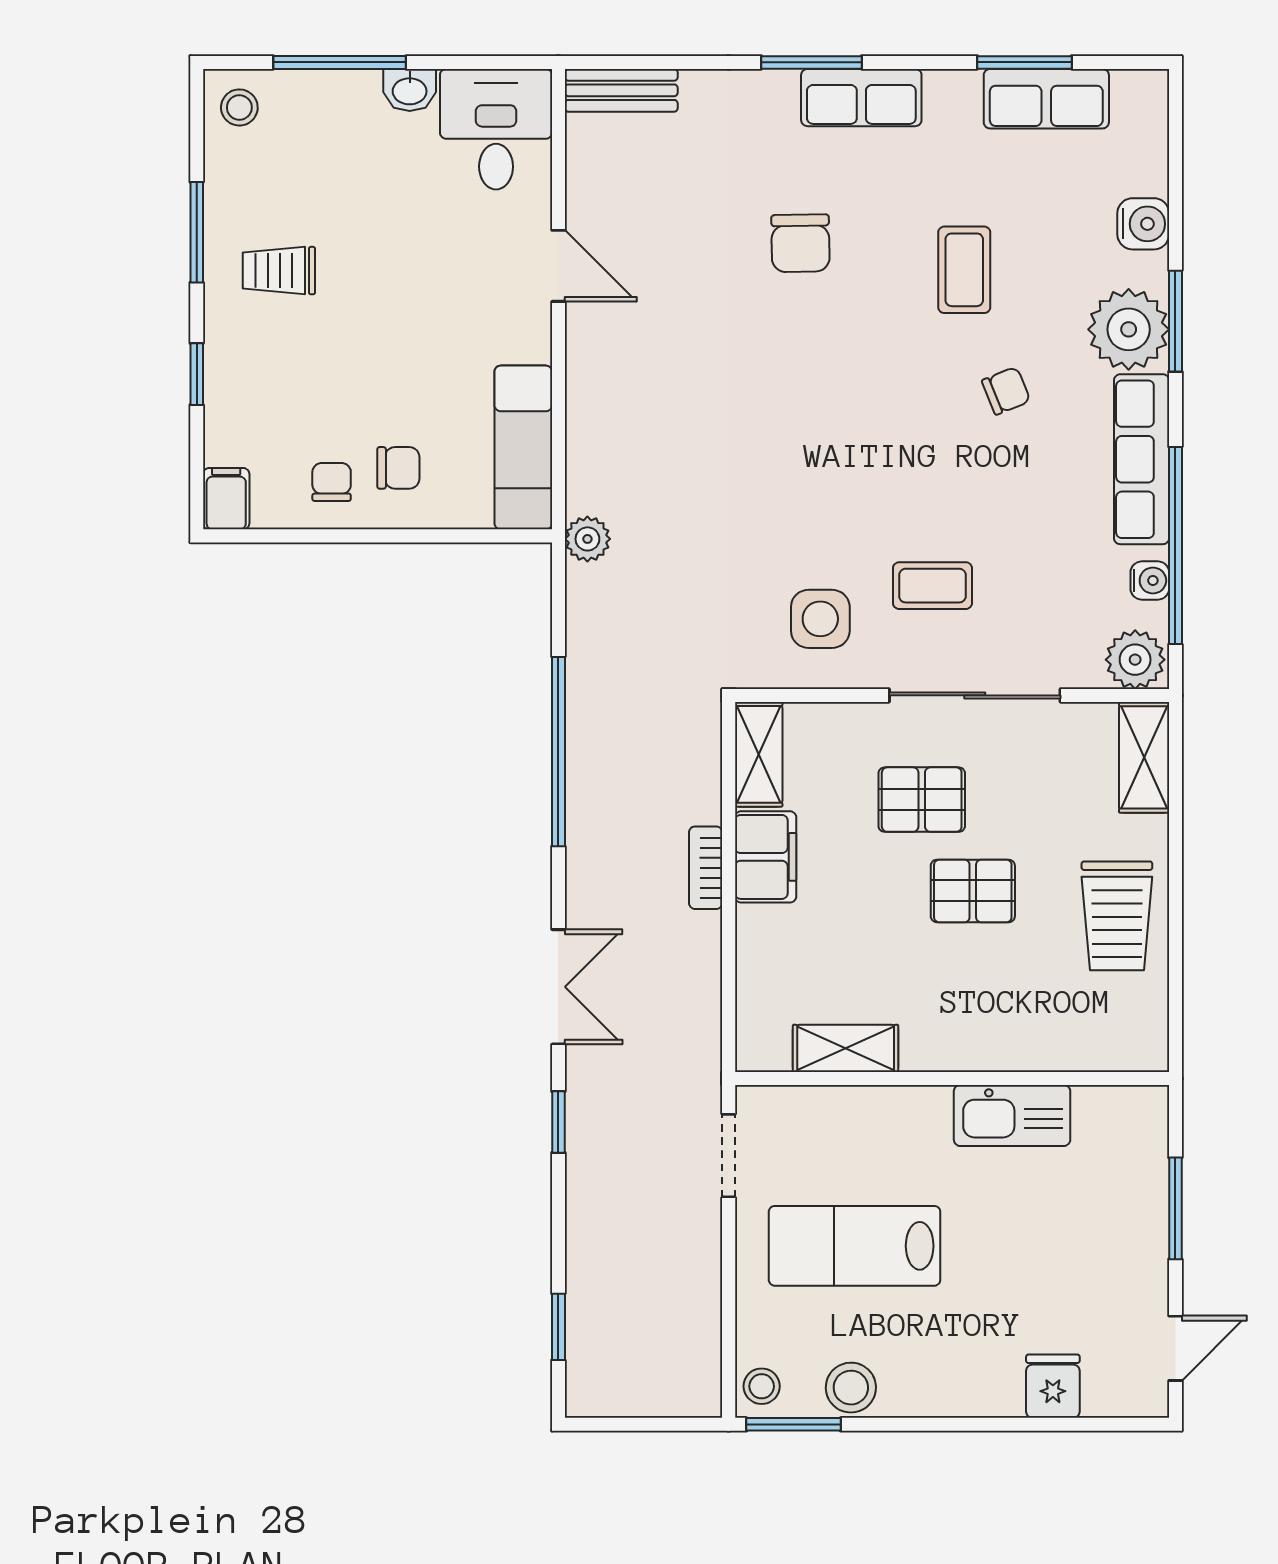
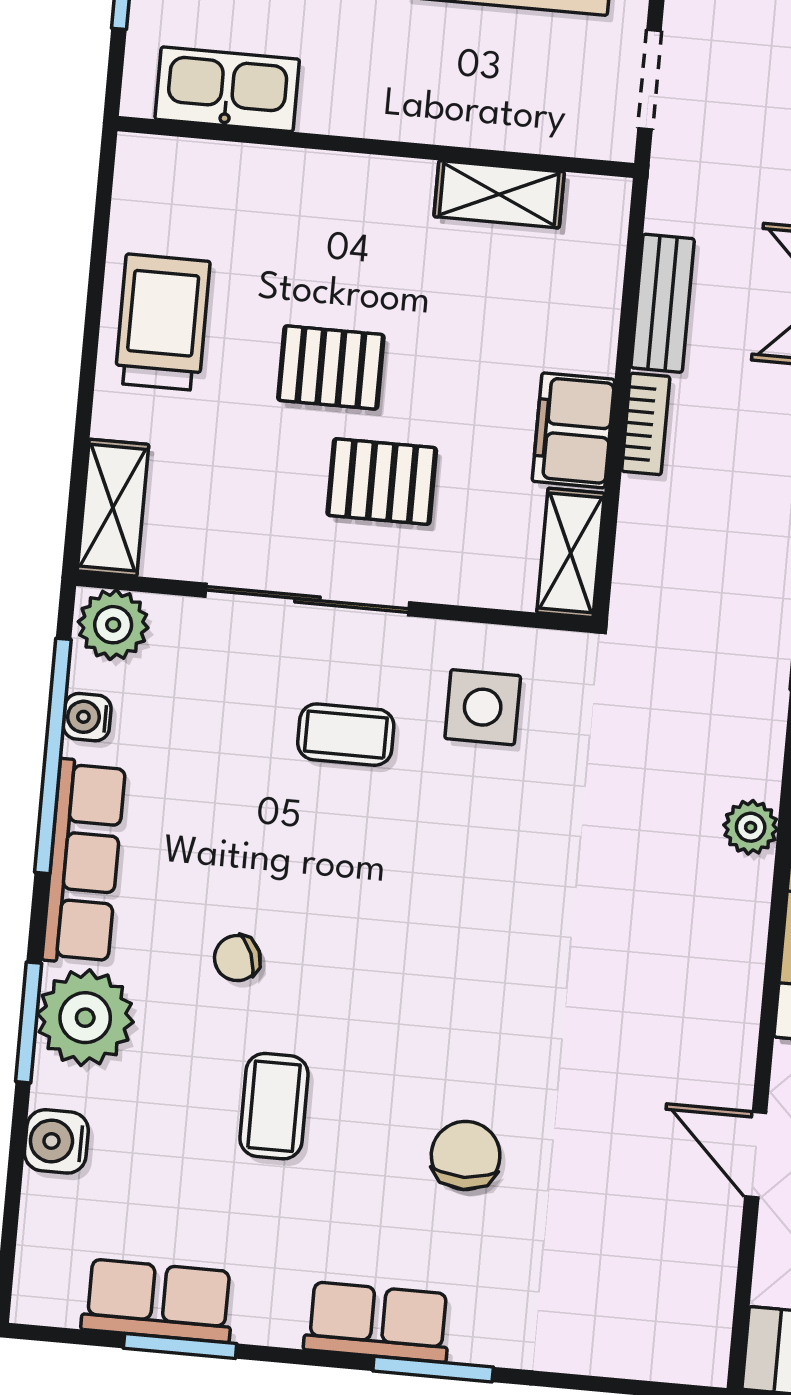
bench: (621, 90) -> (663, 303), moved, turned 90
kitchen sink: (1012, 1115) -> (227, 89), moved

